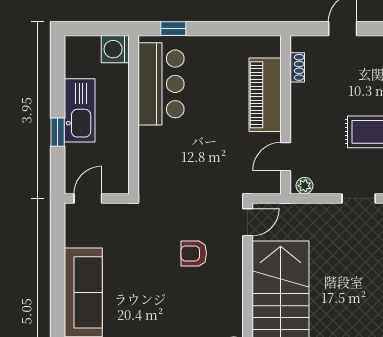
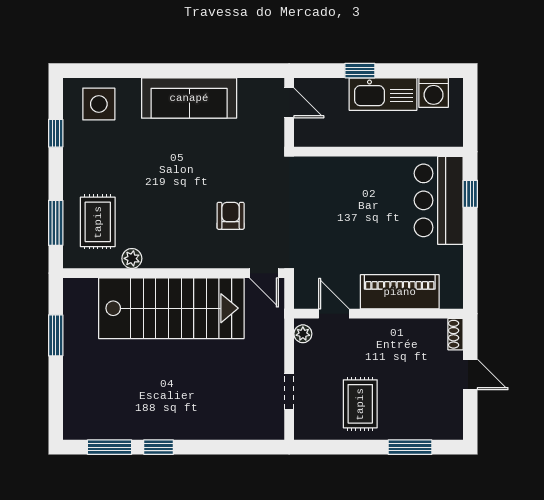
washing machine: (115, 49) -> (434, 93), moved, turned 180
shoe rack: (297, 67) -> (456, 334), moved, turned 90
bar counter: (161, 84) -> (439, 200), moved, turned 90

